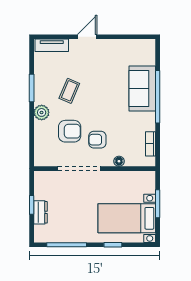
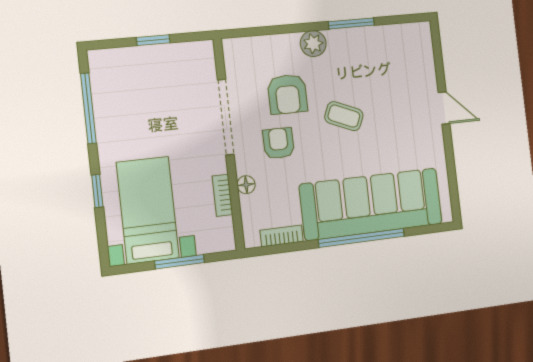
tv unit: (52, 45) -> (424, 51), removed
sofa: (142, 89) -> (371, 204), width x1.85, depth x1.27
coffee table: (69, 91) -> (344, 116), moved
bookcase: (123, 175) -> (222, 195), added
dresser: (41, 212) -> (142, 57), removed

